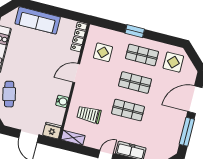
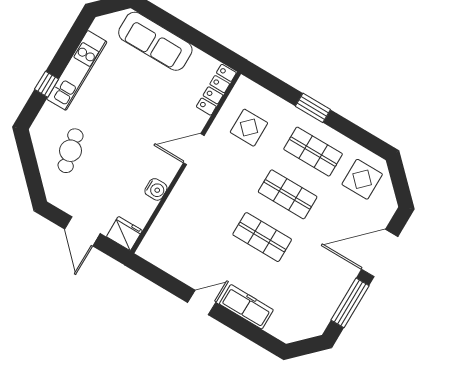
trolley: (89, 114) -> (194, 225), removed
shelving: (73, 138) -> (156, 256), removed

